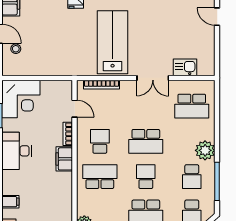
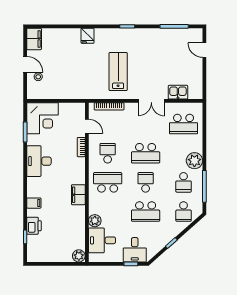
lab bench: (113, 42) -> (118, 71), width x0.73, depth x0.72
filing cabinet: (64, 159) -> (78, 195), moved

